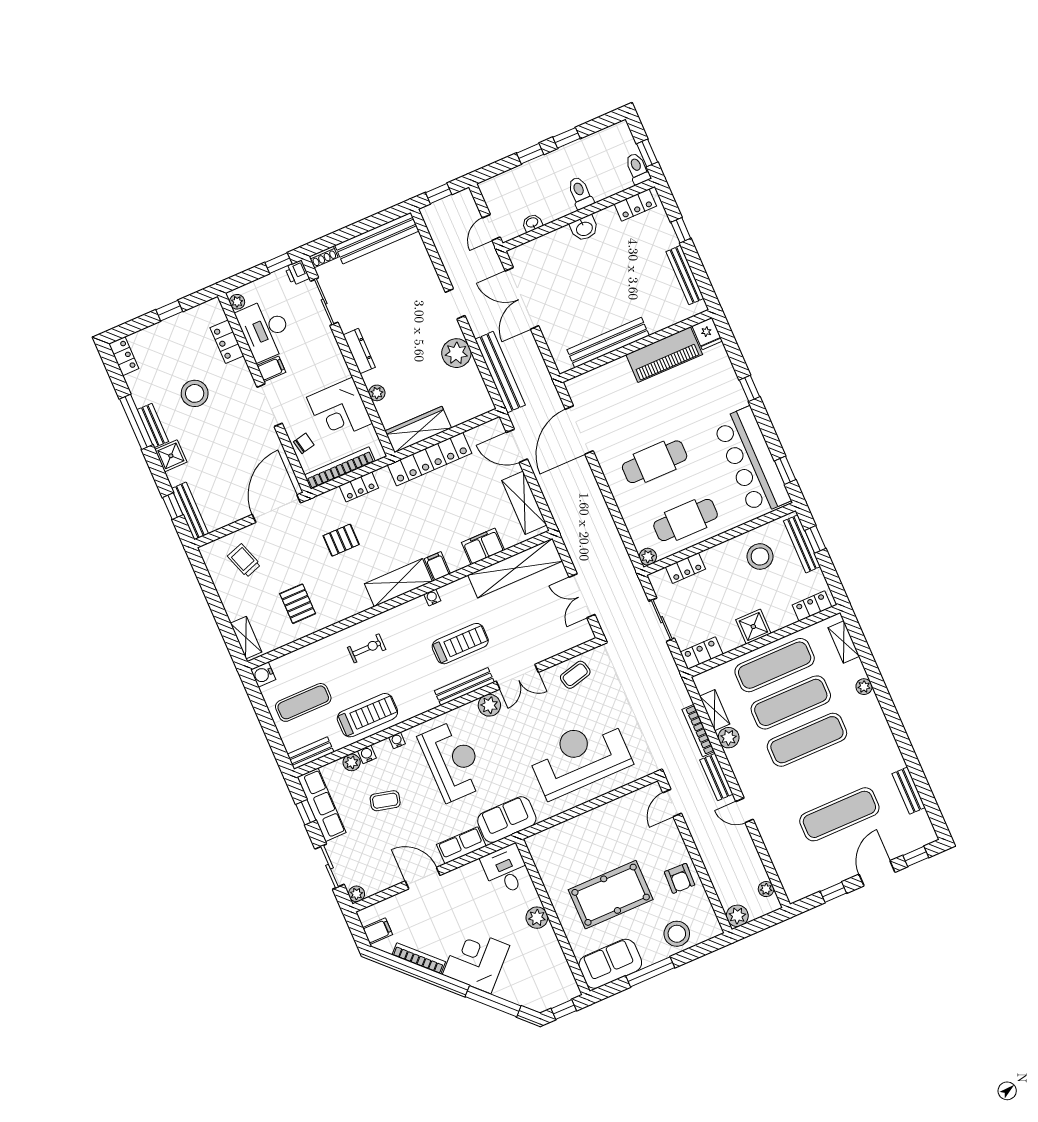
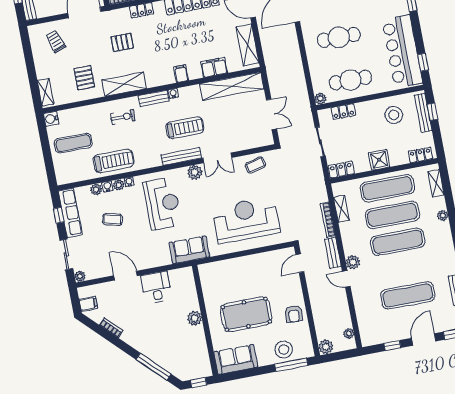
shelving: (398, 583) -> (124, 84), moved
double door: (582, 596) -> (272, 114), swing flipped
plant: (729, 738) -> (353, 262), moved
plant: (383, 748) -> (119, 185), added
bench: (311, 753) -> (154, 98), moved
row of seats: (461, 845) -> (156, 260), removed
desk: (506, 870) -> (156, 287), moved
bookcase: (419, 958) -> (111, 328), width x0.64
corner desk: (476, 960) -> (148, 337), removed
window: (650, 972) -> (291, 365), moved

